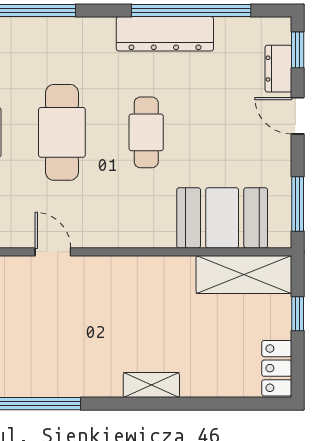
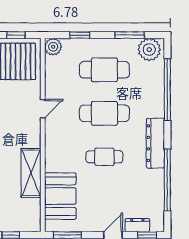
dresser: (165, 34) -> (155, 143), moved
shelving: (244, 275) -> (31, 173), moved

